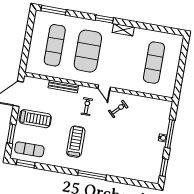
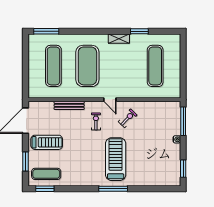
window: (104, 19) -> (139, 31), moved
window: (170, 134) -> (183, 121), moved
treadmill: (76, 142) -> (116, 159), moved, width x1.37, depth x1.38

